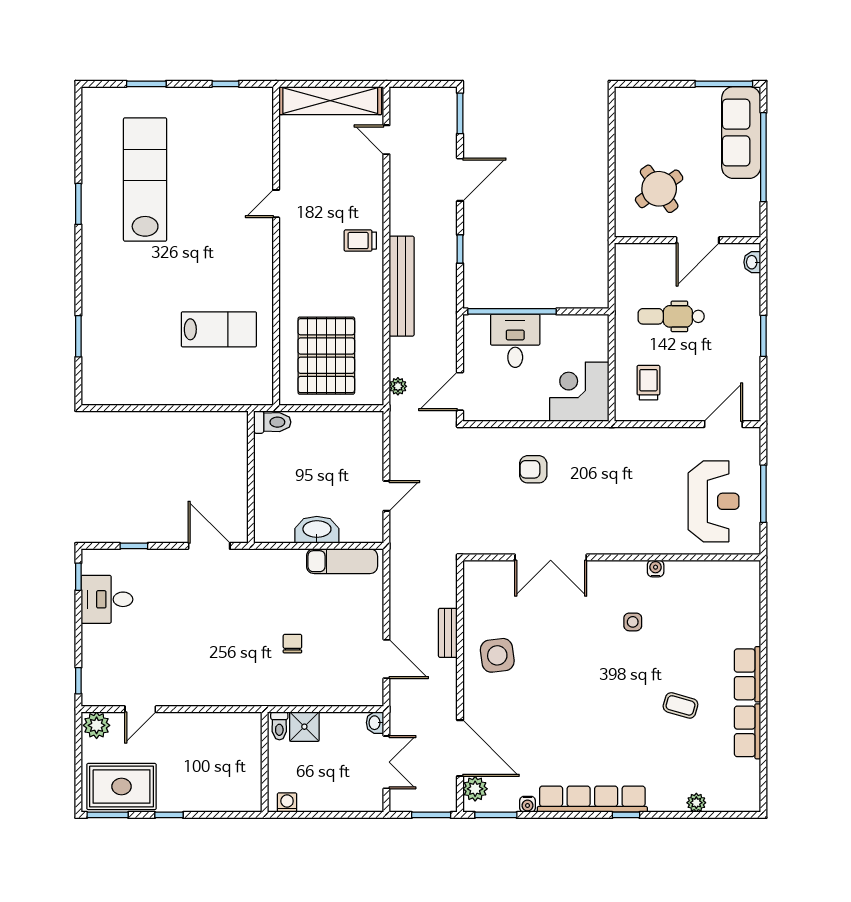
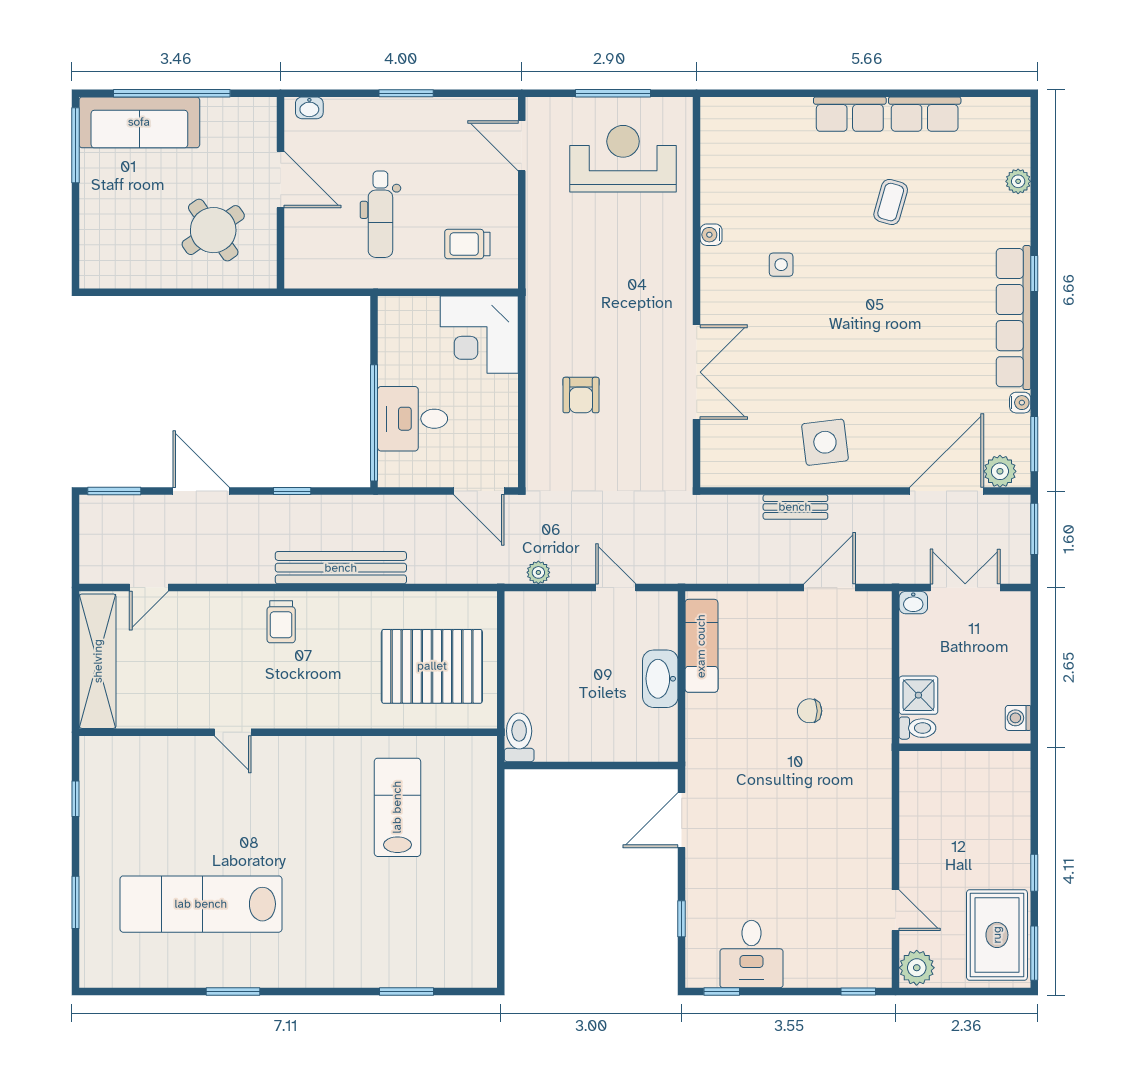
plant: (398, 386) -> (538, 572), moved

